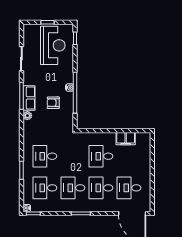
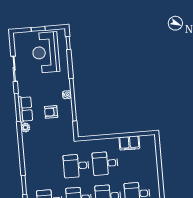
reception desk: (53, 45) -> (46, 52), turned 180
desk: (45, 156) -> (76, 166), moved

